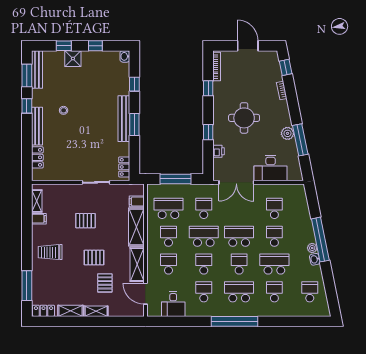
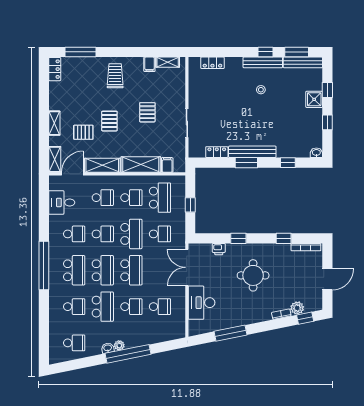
bench: (37, 126) -> (263, 62), moved
plant: (288, 133) -> (297, 308), moved
locker: (124, 167) -> (217, 152), moved
window: (176, 179) -> (190, 205), width x0.46
school desk: (239, 264) -> (103, 270), width x1.85
shelving: (70, 311) -> (55, 159), moved

